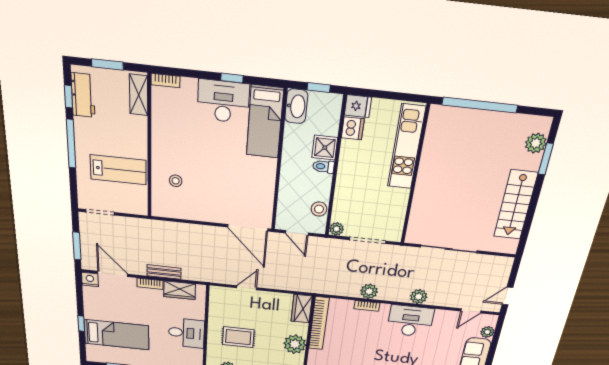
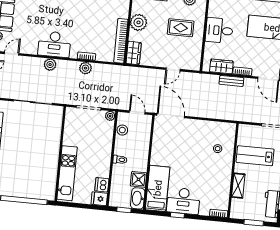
shelving: (139, 95) -> (238, 186), moved
shower: (325, 148) -> (139, 179), moved

